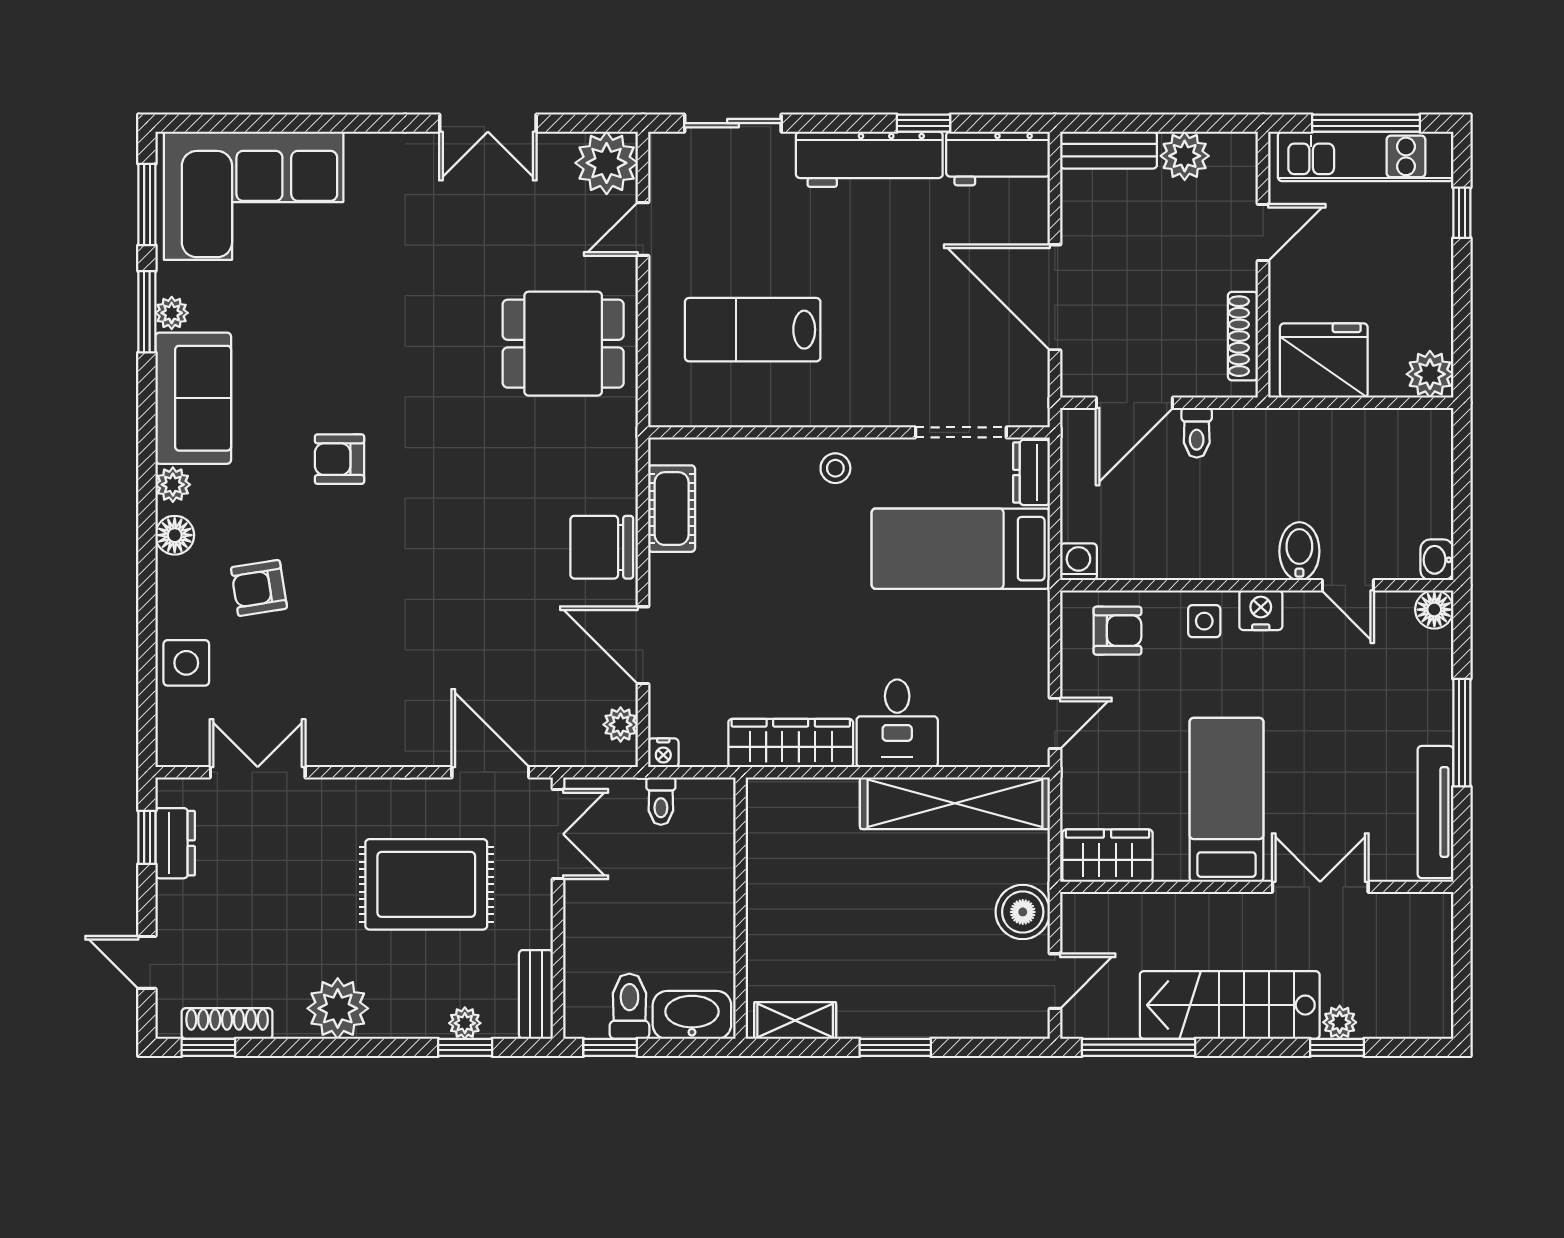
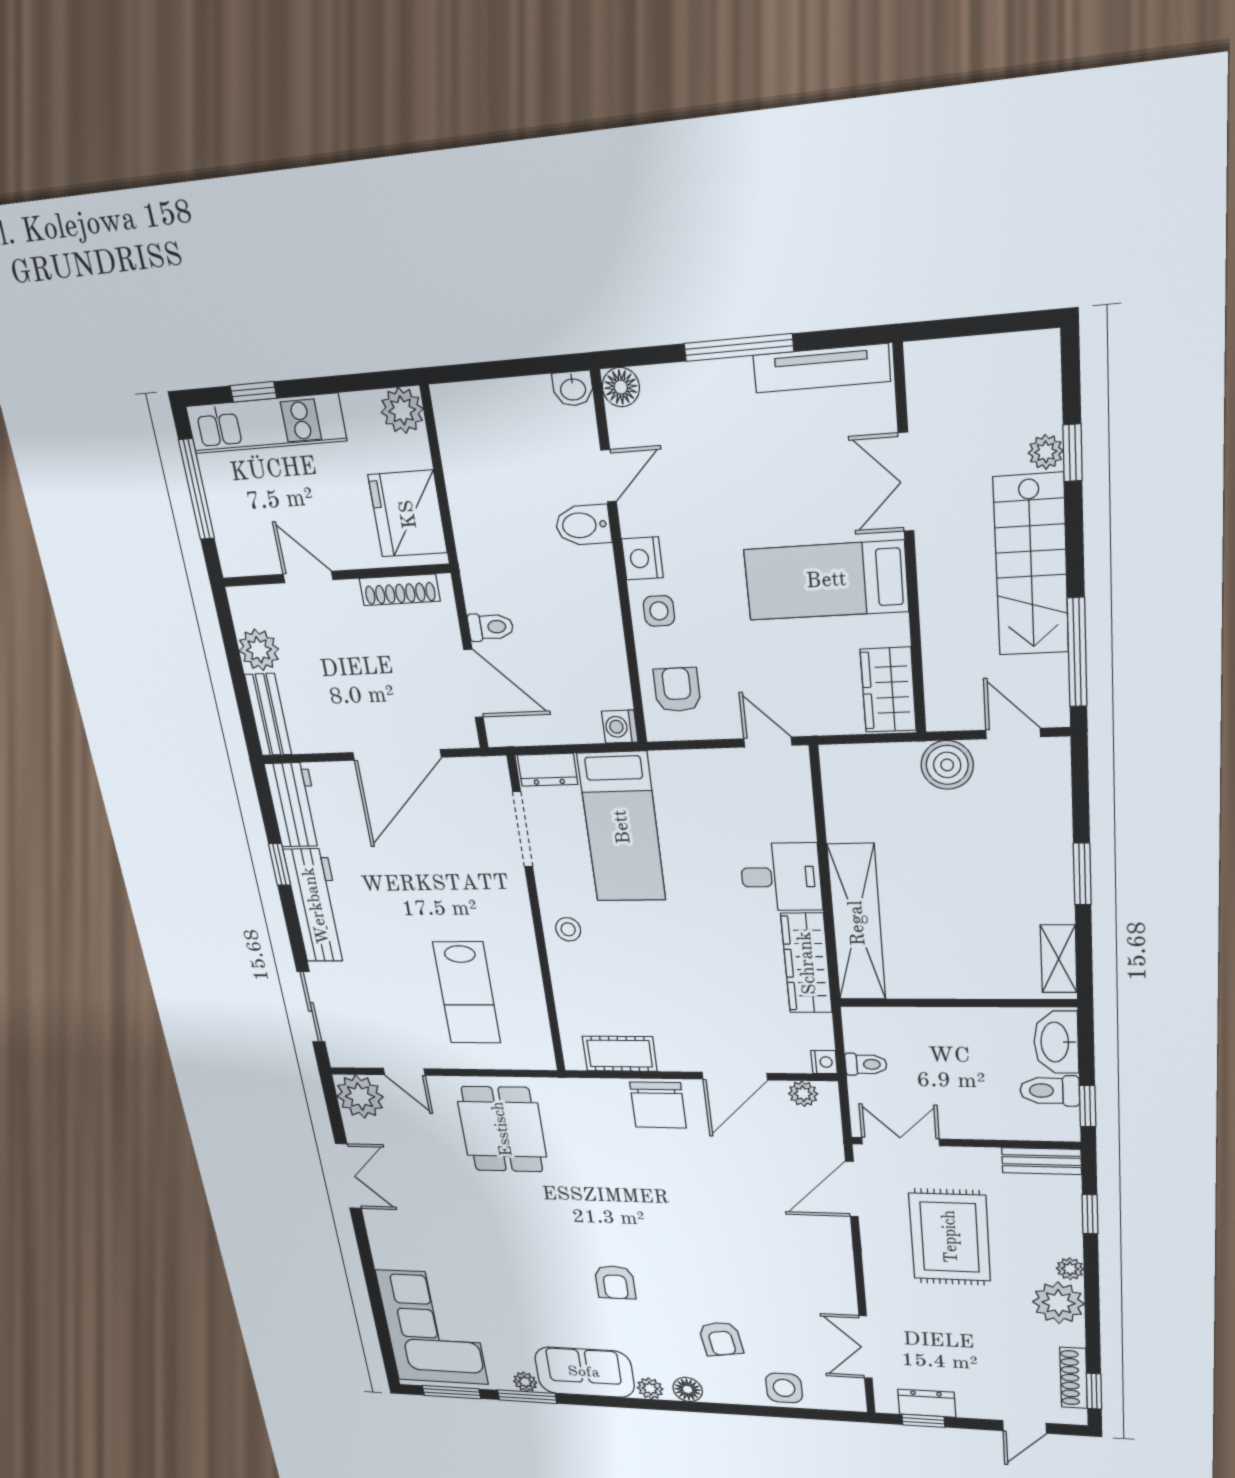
kitchen unit: (1366, 156) -> (266, 424), moved, turned 90
shelving: (955, 803) -> (857, 923), moved
plant: (465, 1023) -> (1070, 1269), moved

